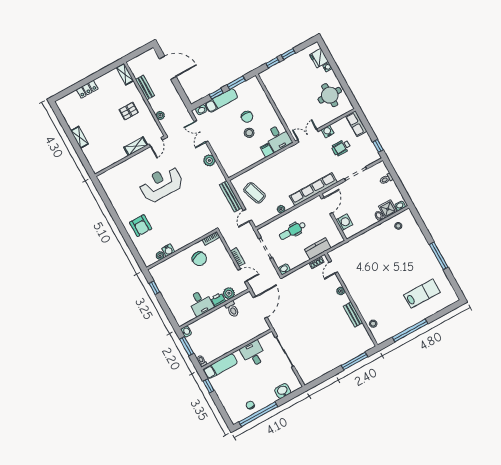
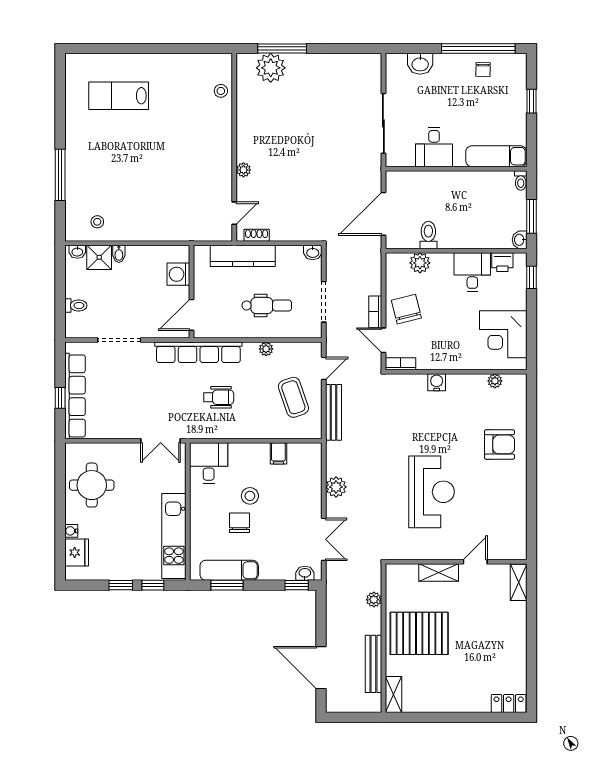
bench: (145, 88) -> (373, 664), width x1.36
locker: (87, 89) -> (509, 704), moved
kitchen unit: (276, 92) -> (174, 536), added
window: (216, 94) -> (297, 585), moved
exam couch: (221, 100) -> (229, 570), moved
pallet: (129, 111) -> (419, 633), width x2.05, depth x2.00
row of seats: (356, 124) -> (75, 396), width x2.02
water cooler: (328, 131) -> (126, 430), removed
shelving: (80, 137) -> (519, 582), moved
door: (156, 142) -> (475, 562), moved
window: (378, 146) -> (60, 398), moved
wheelchair: (341, 148) -> (219, 397), moved
filing cabinet: (267, 150) -> (278, 453), moved
reception desk: (161, 184) -> (432, 492), turned -90
armchair: (141, 226) -> (499, 444), turned 90
kitchen counter: (318, 249) -> (243, 256), width x1.50
water cooler: (168, 250) -> (437, 382), moved
window: (439, 256) -> (60, 175), moved
chair: (199, 259) -> (406, 309), moved
door: (243, 276) -> (383, 340), moved
corner desk: (169, 281) -> (503, 334), added
window: (154, 288) -> (532, 277), moved
printer: (218, 300) -> (502, 262), moved
bench: (353, 315) -> (244, 122), removed
window: (410, 330) -> (169, 48), removed
plant: (355, 348) -> (271, 68), added
window: (209, 386) -> (532, 101), moved

